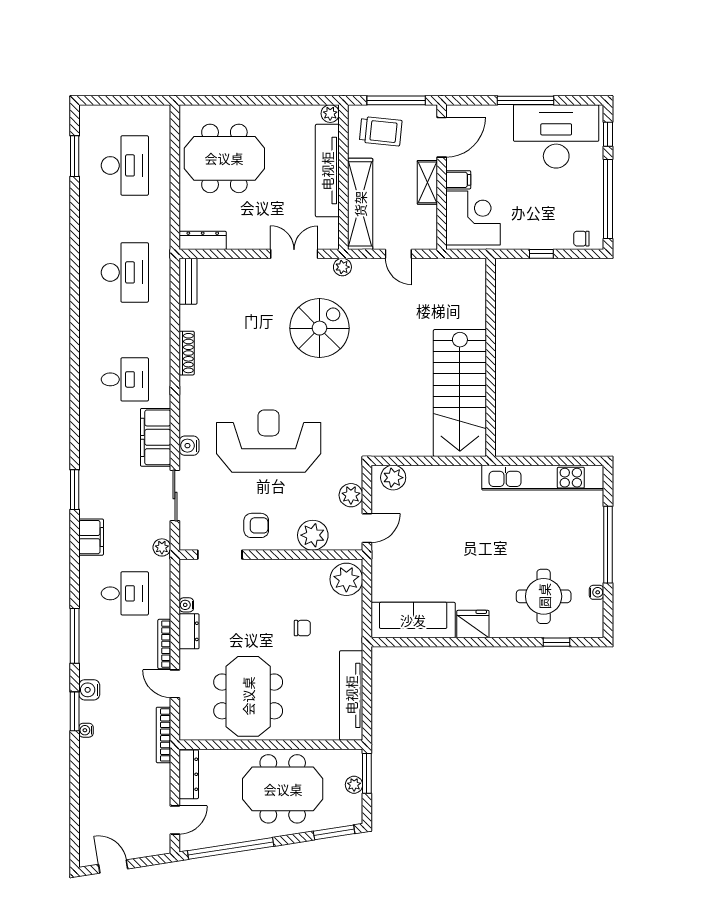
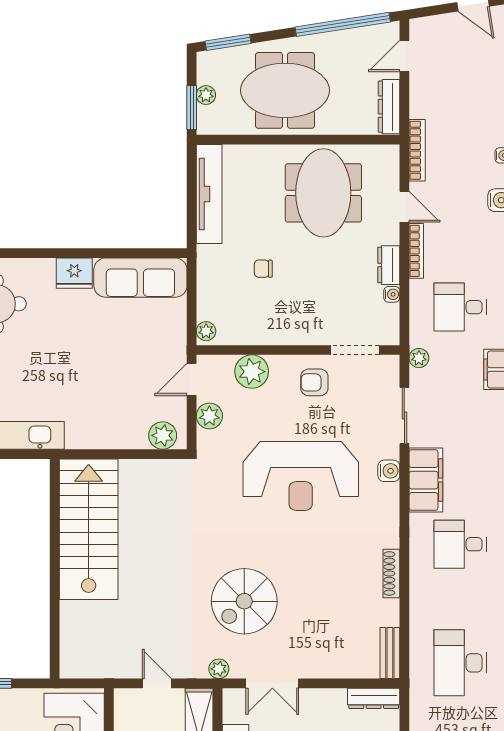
plant: (346, 579) -> (206, 331), width x0.53, depth x0.53

